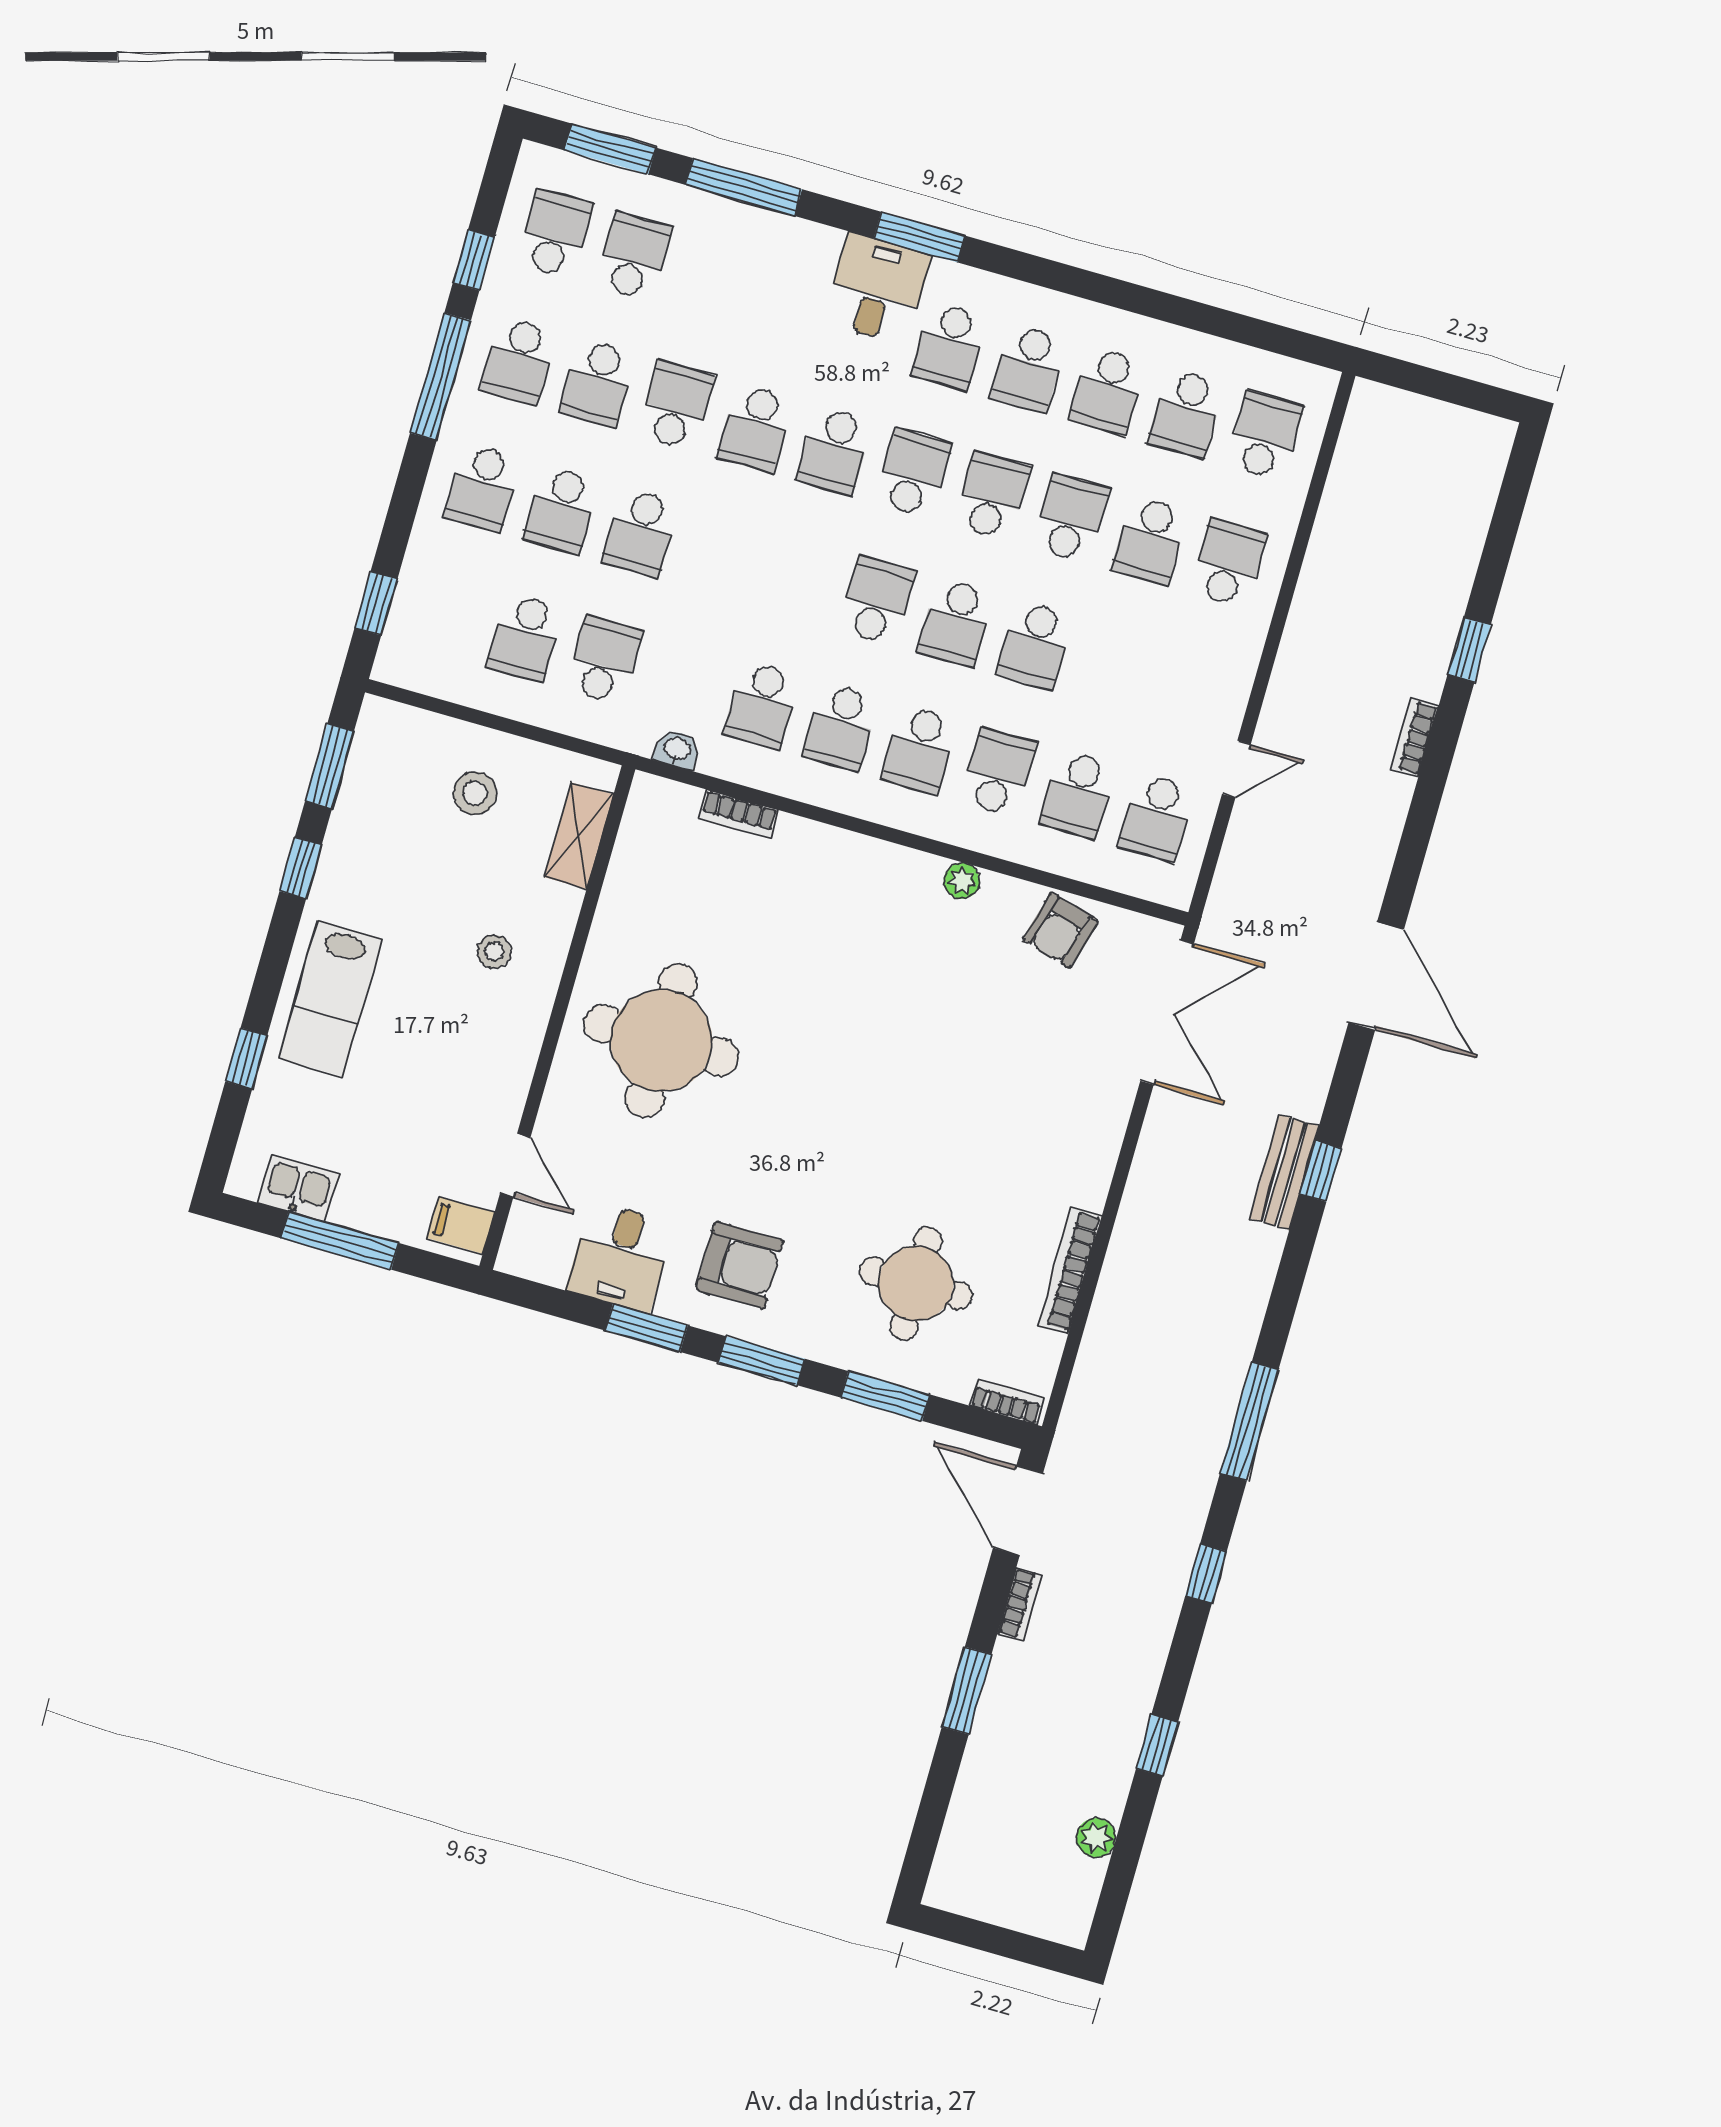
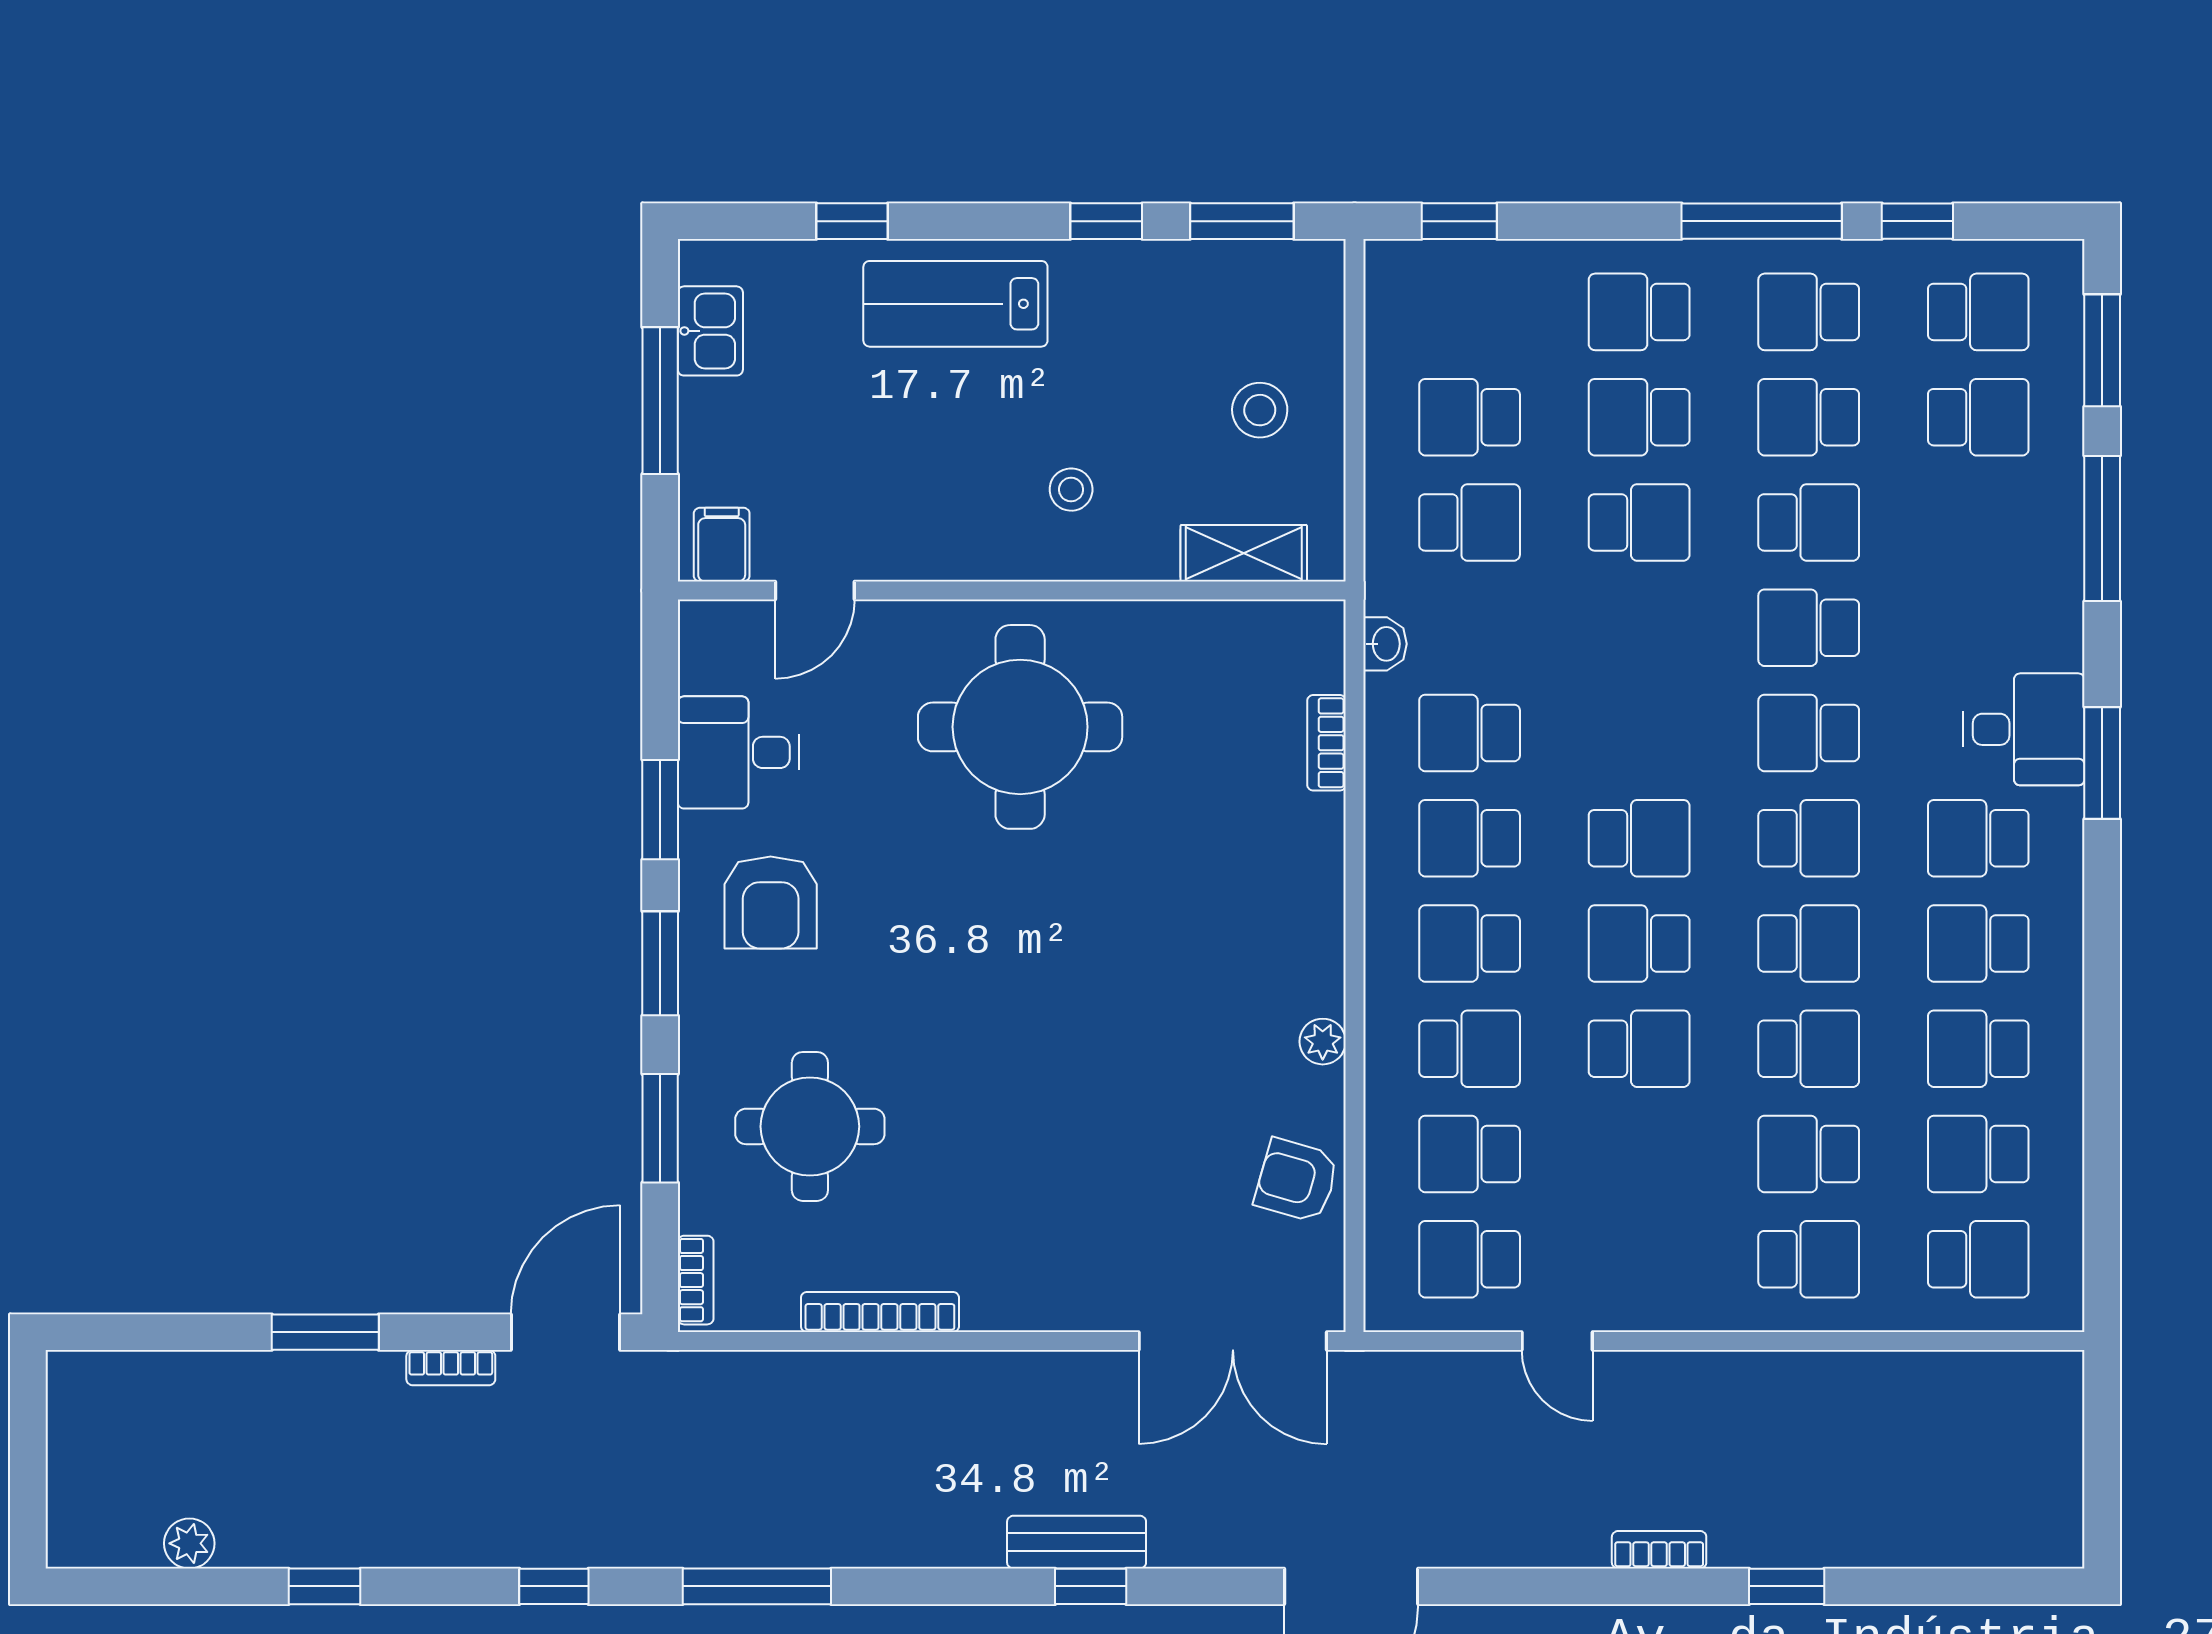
school desk: (640, 533) -> (1639, 522), turned 180
school desk: (1035, 645) -> (1639, 1049), turned 180

